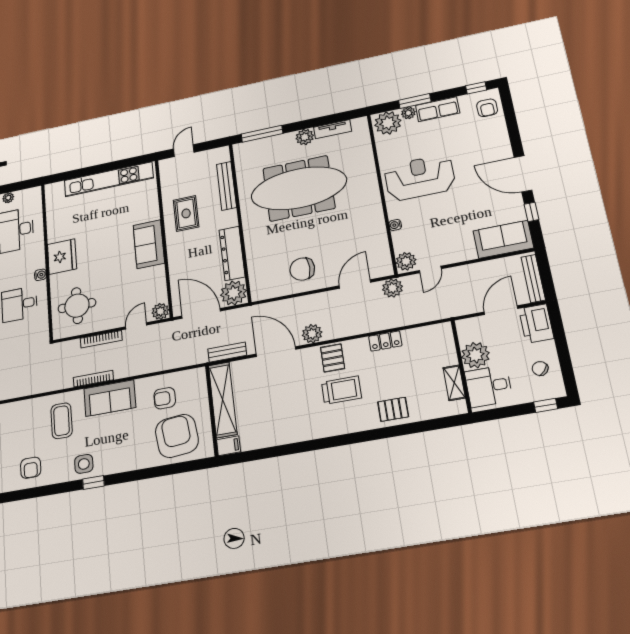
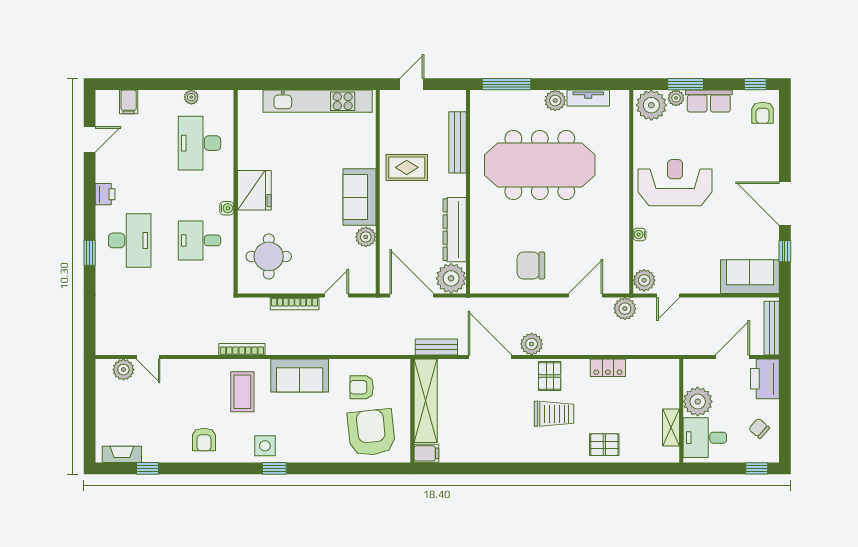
rug: (186, 213) -> (407, 167), turned 90
plant: (160, 311) -> (366, 237), moved
bookcase: (93, 379) -> (242, 349), moved

